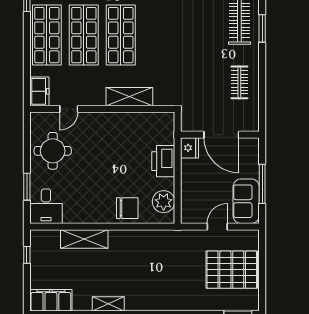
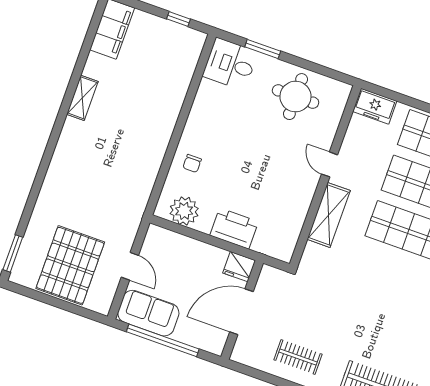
door: (69, 109) -> (330, 164), moved
window: (262, 184) -> (163, 340), width x1.46
chair: (127, 208) -> (192, 163), width x0.54, depth x0.54
shelving: (84, 239) -> (173, 97), removed

